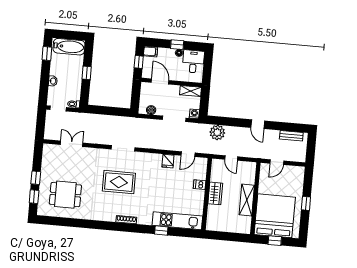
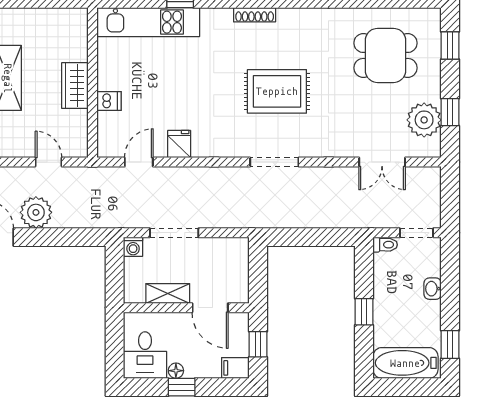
shelving: (190, 91) -> (168, 293), moved
boiler: (151, 110) -> (224, 247), removed
plant: (217, 132) -> (36, 212), moved
plant: (50, 162) -> (424, 120), added
window: (36, 178) -> (450, 112), moved

